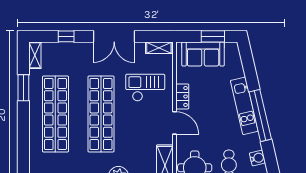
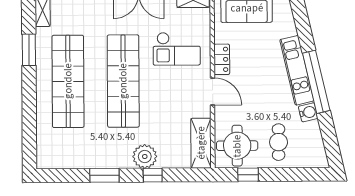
checkout: (145, 88) -> (177, 49), turned 180
water cooler: (257, 158) -> (308, 112), moved

